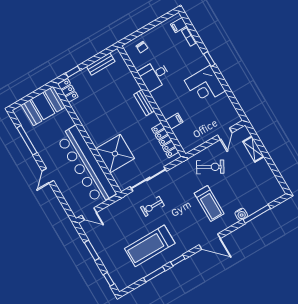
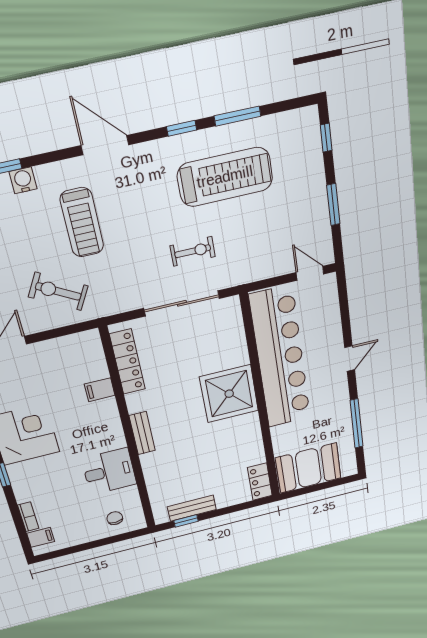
window: (73, 72) -> (186, 521), moved
shower: (115, 154) -> (229, 394), moved
treadmill: (209, 204) -> (82, 223), turned 180

